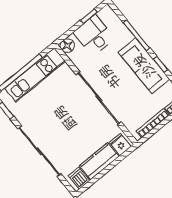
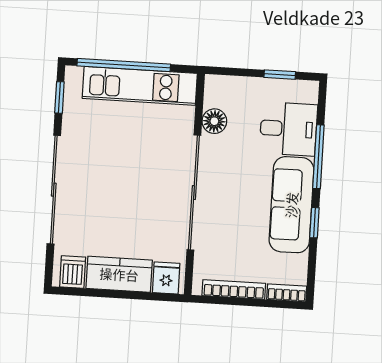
desk: (94, 35) -> (288, 129), moved, turned 90
floor lamp: (67, 46) -> (214, 121), moved

